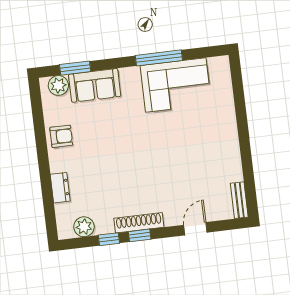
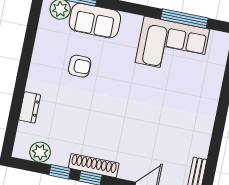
window: (159, 58) -> (184, 19), moved
armchair: (61, 136) -> (80, 66), moved

